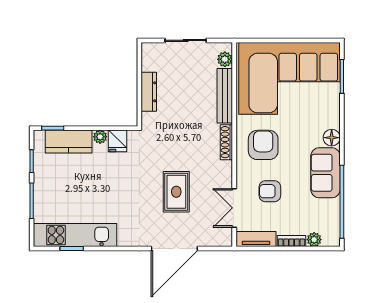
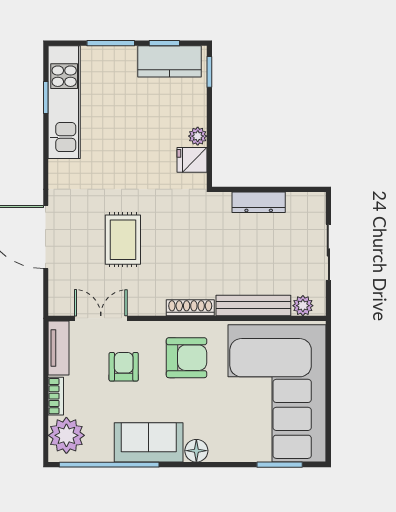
kitchen counter: (69, 142) -> (170, 61), moved, turned -90
rug: (176, 192) -> (123, 240), turned 90
plant: (314, 240) -> (66, 435), width x1.87, depth x1.87

